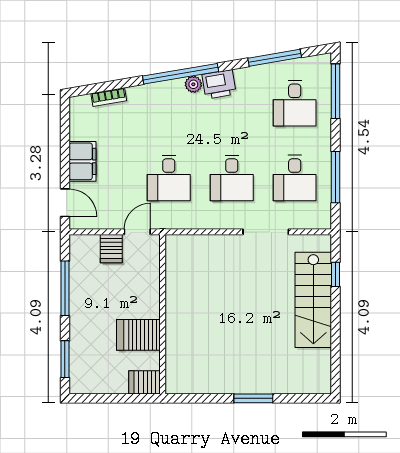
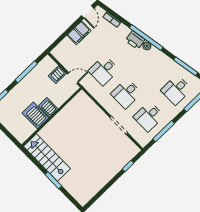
printer: (219, 84) -> (135, 40), moved
door: (65, 203) -> (88, 12), moved
stairs: (313, 300) -> (47, 157), moved, turned 90
server rack: (145, 382) -> (48, 107), moved

